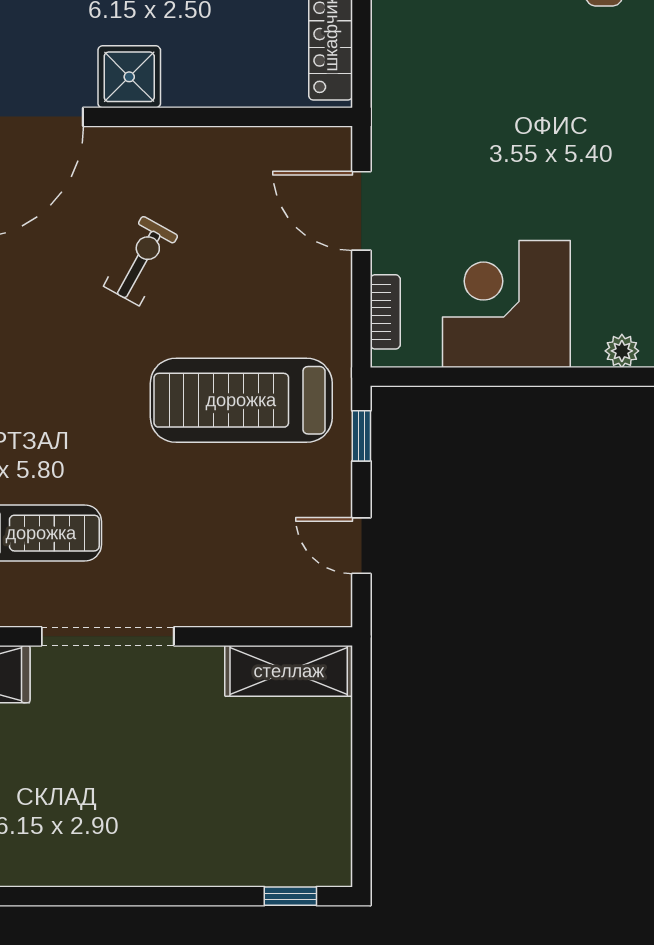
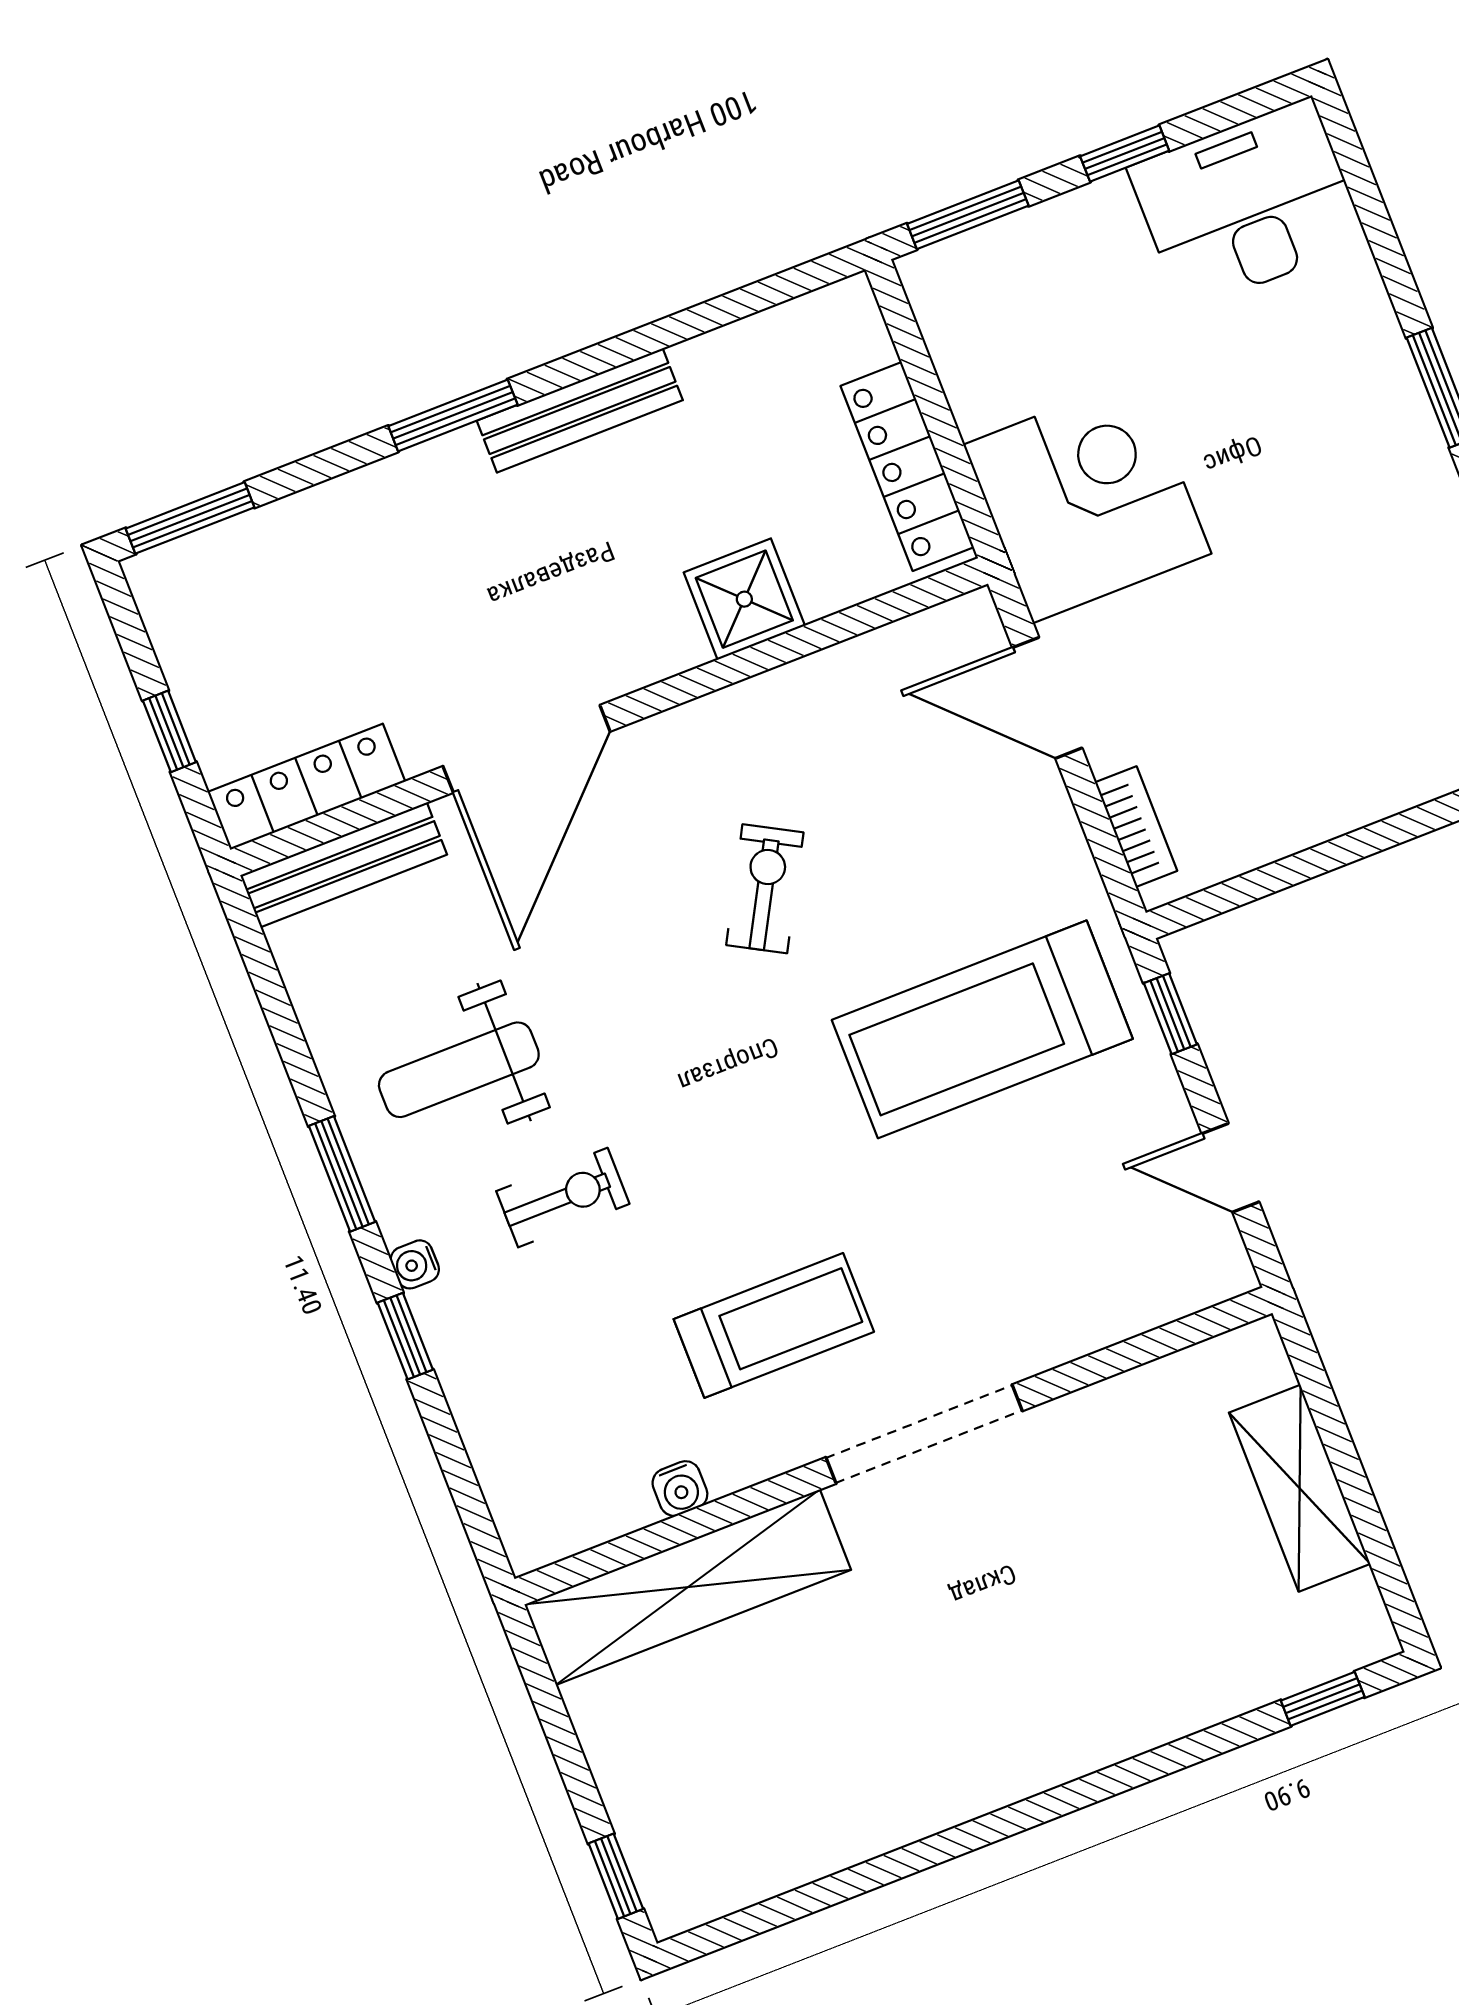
shower: (129, 77) -> (744, 599), moved
corner desk: (506, 304) -> (1087, 499), moved, turned 90
shelving: (289, 671) -> (1300, 1488), moved, turned 90

